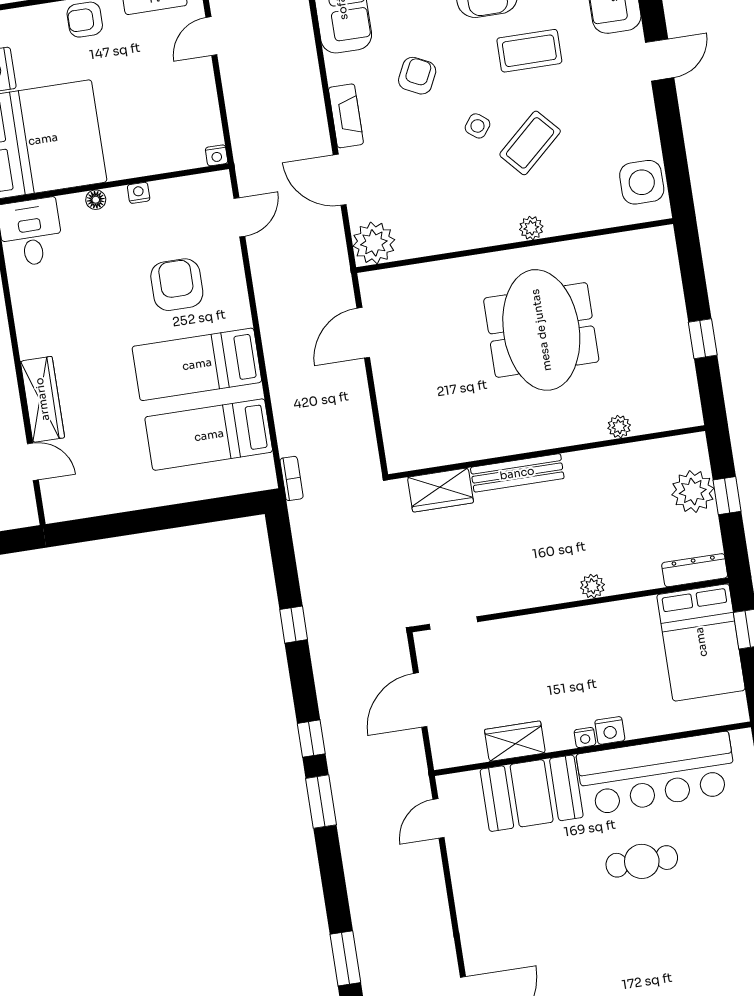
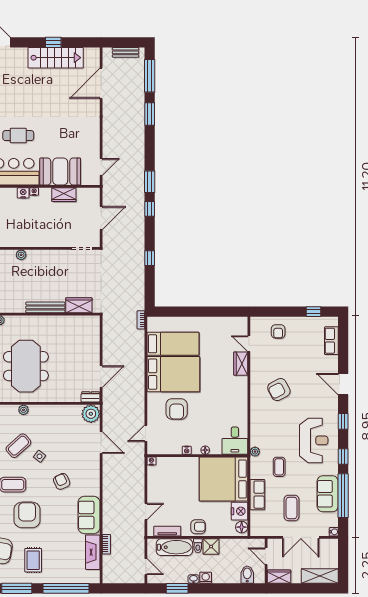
armchair: (417, 76) -> (62, 481), turned 130
fireplace: (346, 116) -> (94, 469), removed
dresser: (380, 282) -> (91, 397), added
bed: (197, 364) -> (173, 374), width x1.50
wardrobe: (42, 399) -> (241, 364), width x0.67

